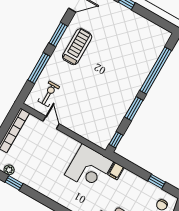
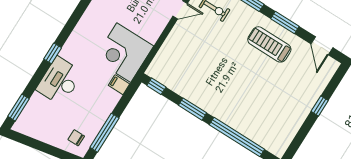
treadmill: (77, 47) -> (269, 44), turned 180
window: (157, 181) -> (104, 133), width x2.17

